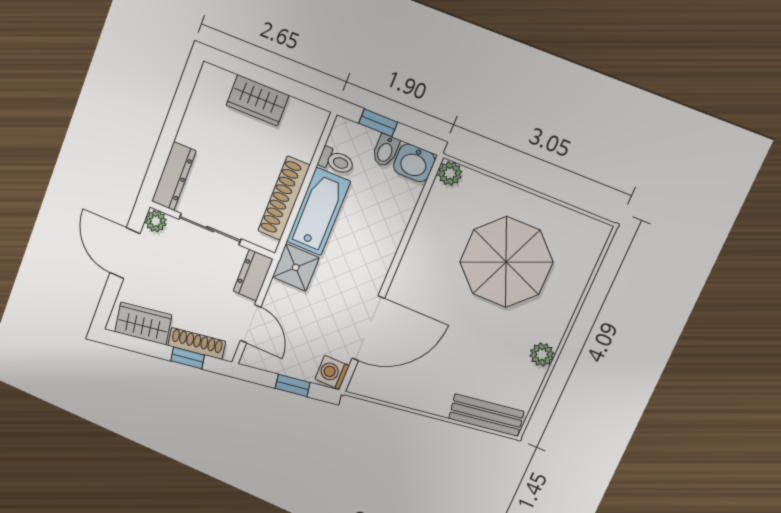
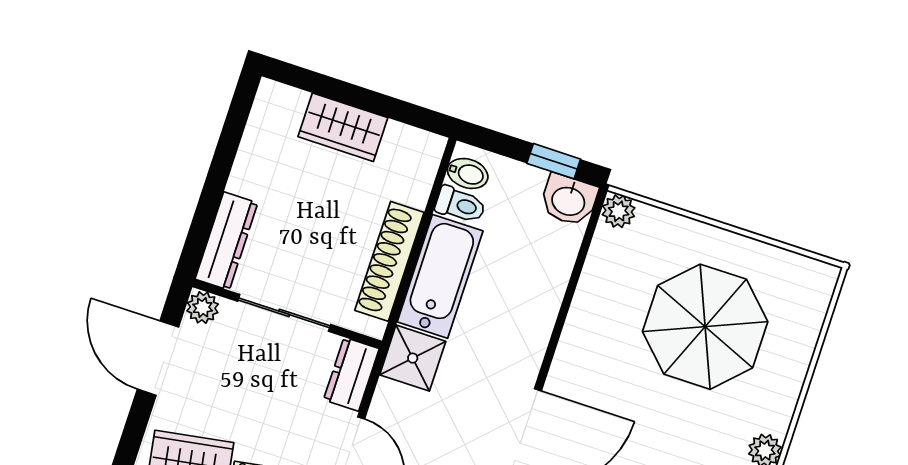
window: (378, 123) -> (554, 161), moved
bidet: (386, 150) -> (468, 173), moved, turned -90

